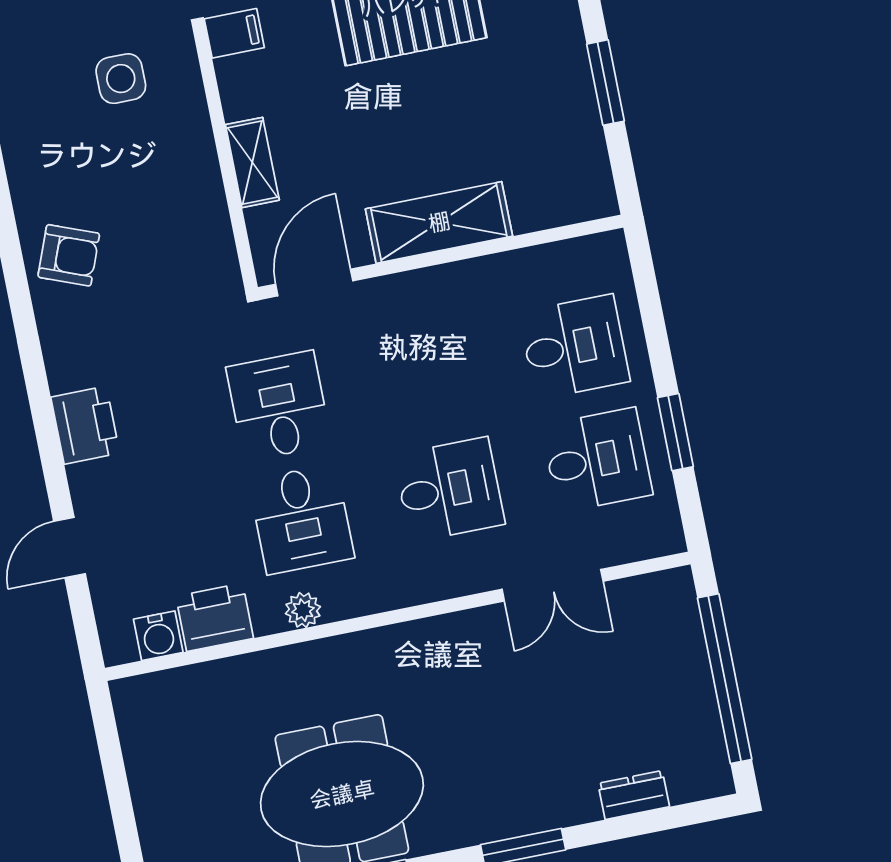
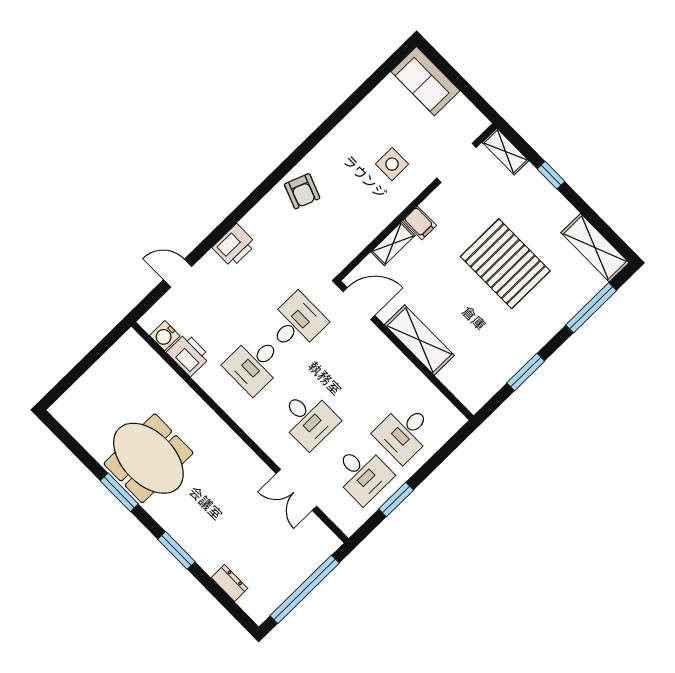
filing cabinet: (234, 33) -> (420, 223), moved
desk: (574, 347) -> (404, 433), turned 90
plant: (303, 610) -> (216, 390), removed

